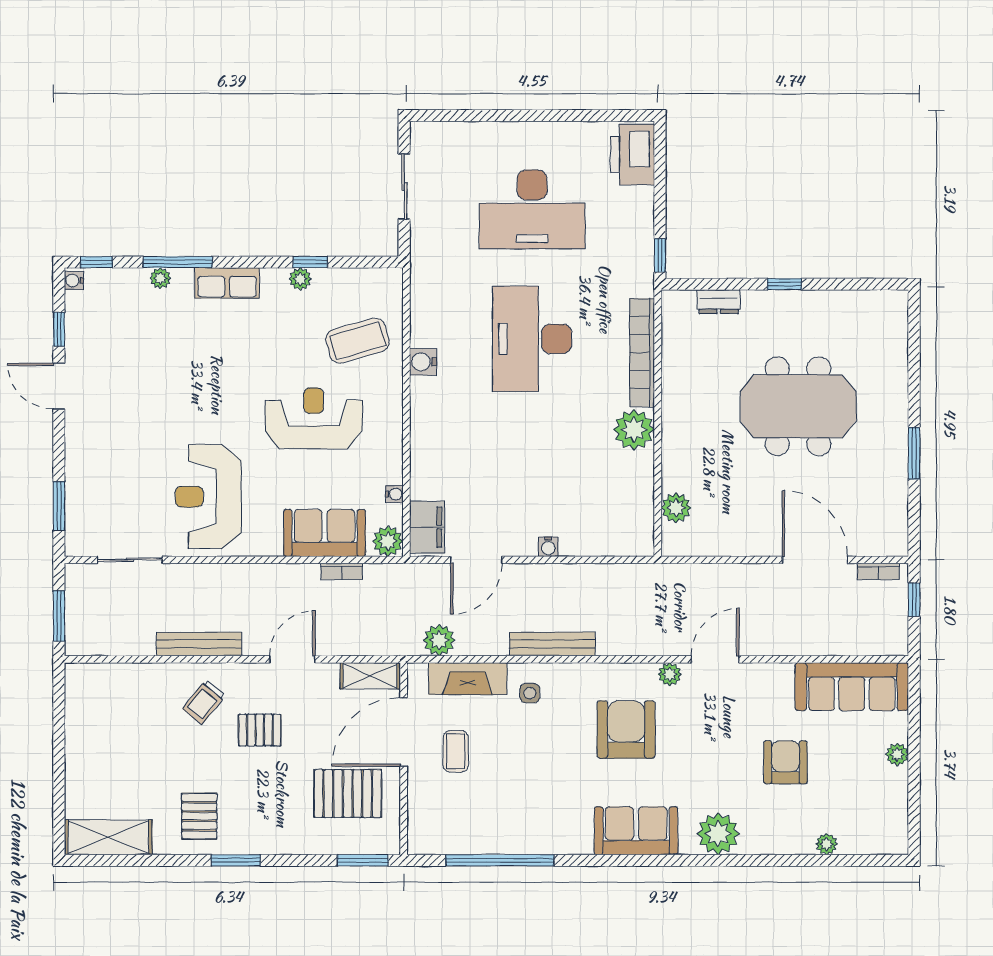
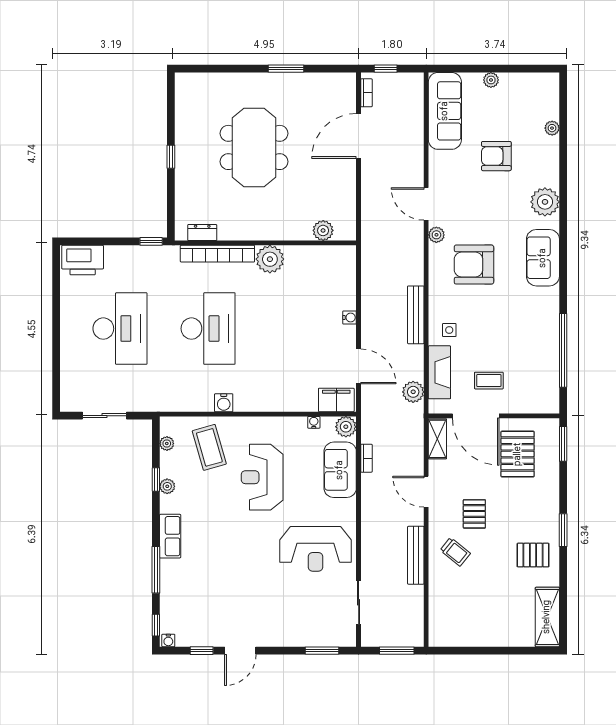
plant: (160, 278) -> (167, 443), moved
dresser: (719, 302) -> (202, 233), moved, turned -90
desk: (532, 339) -> (208, 329), turned -90

